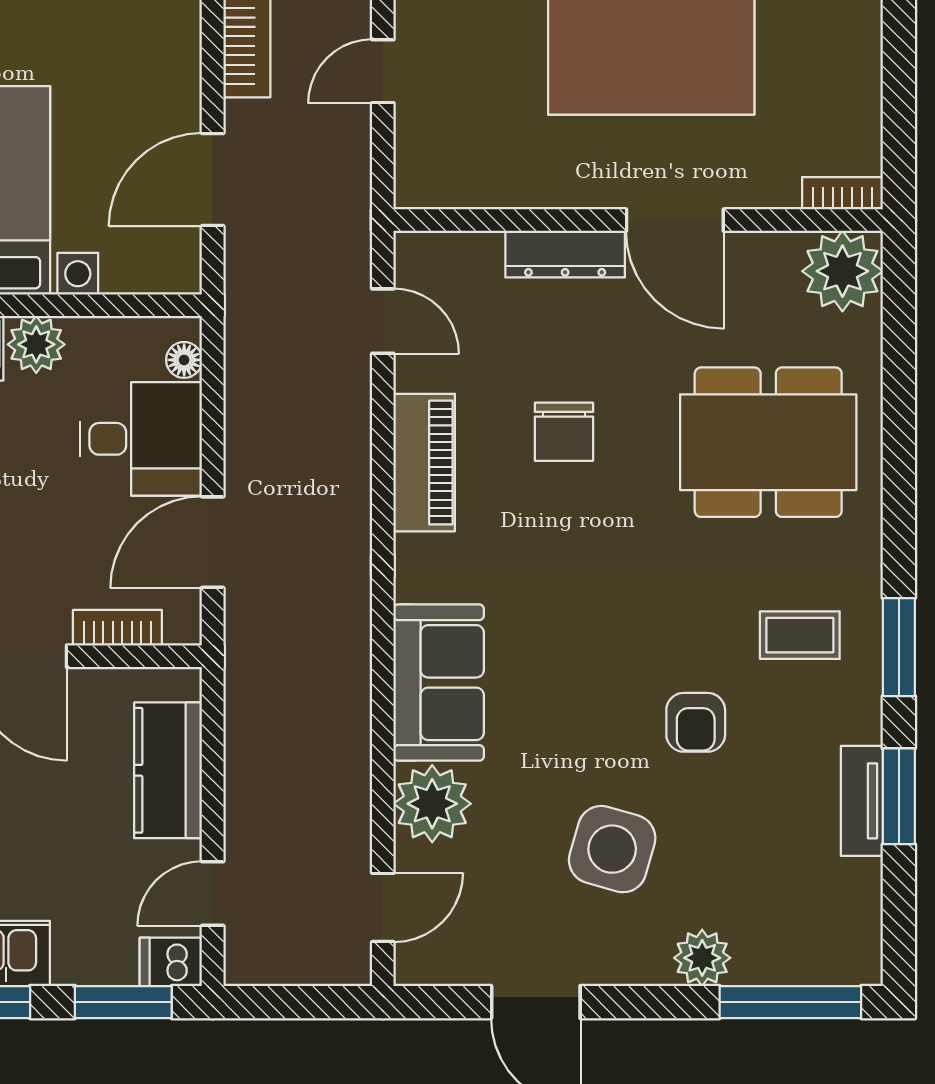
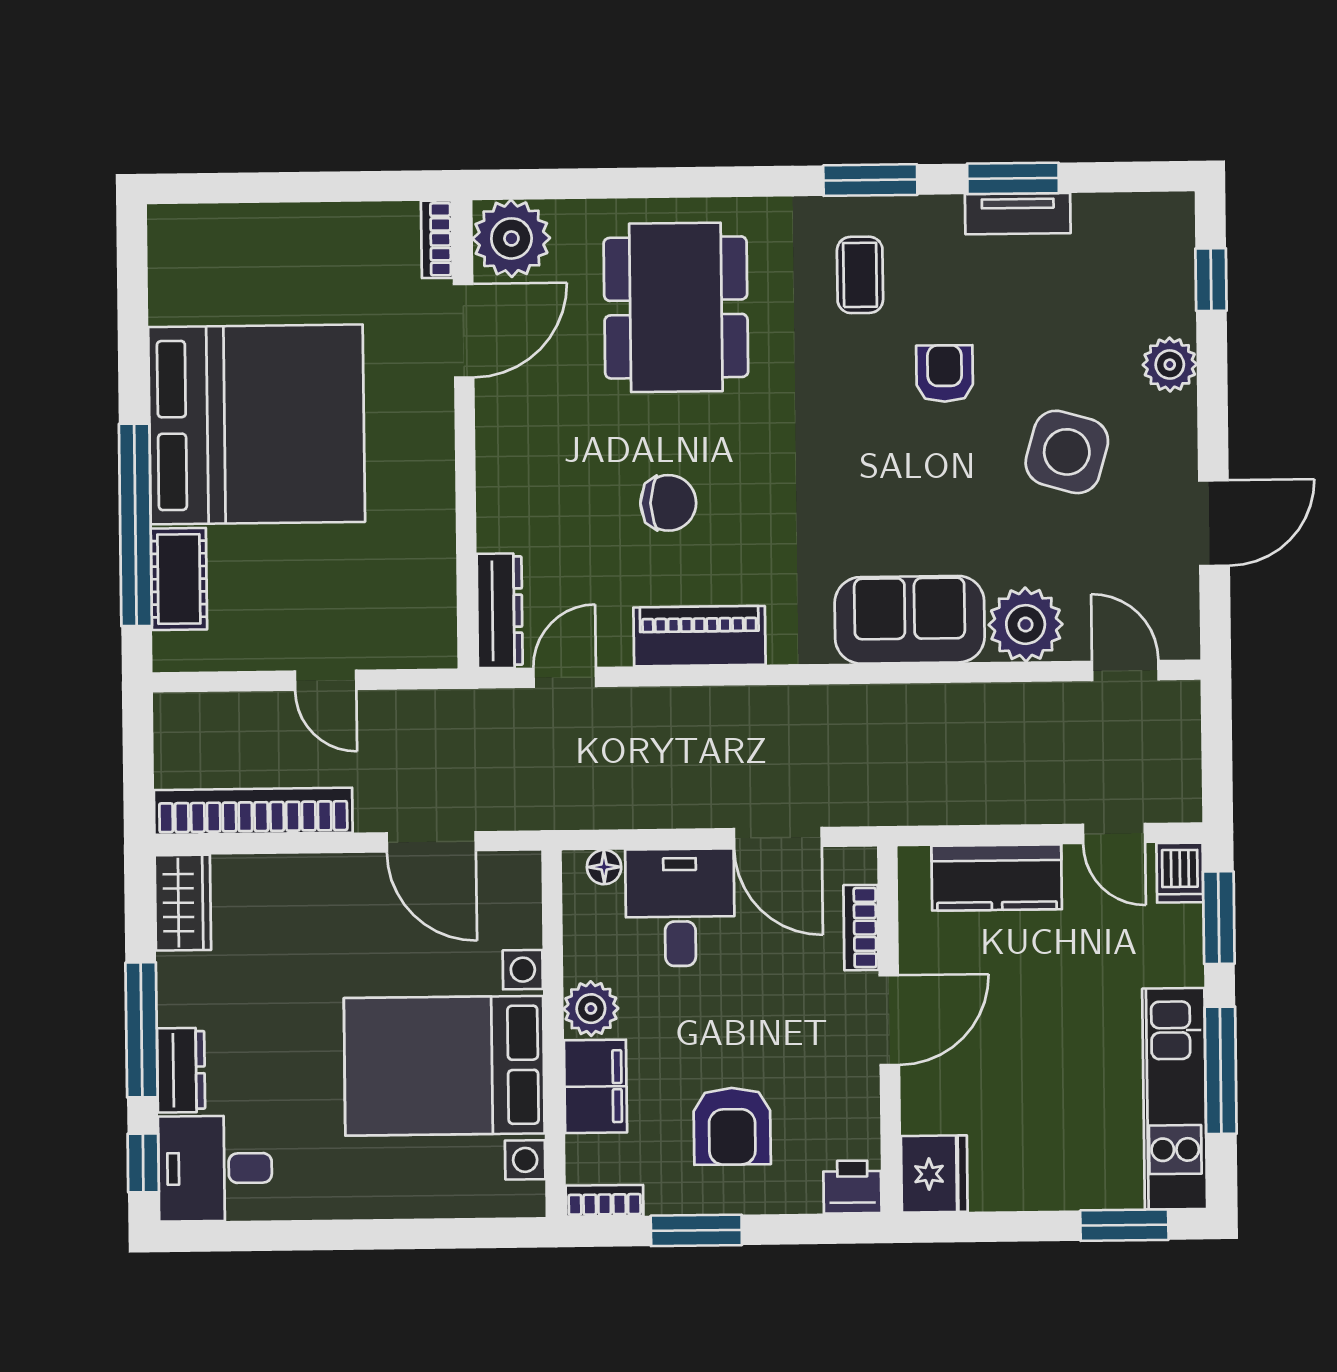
door: (675, 220) -> (464, 331), moved
dresser: (565, 254) -> (500, 611), moved
armchair: (696, 722) -> (945, 373), turned -90
window: (790, 1002) -> (1211, 280), width x0.46

